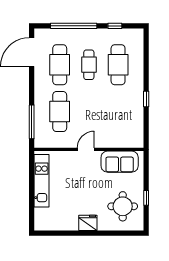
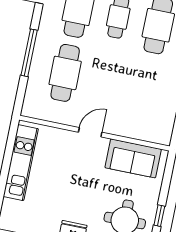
window: (32, 122) -> (29, 53), moved

